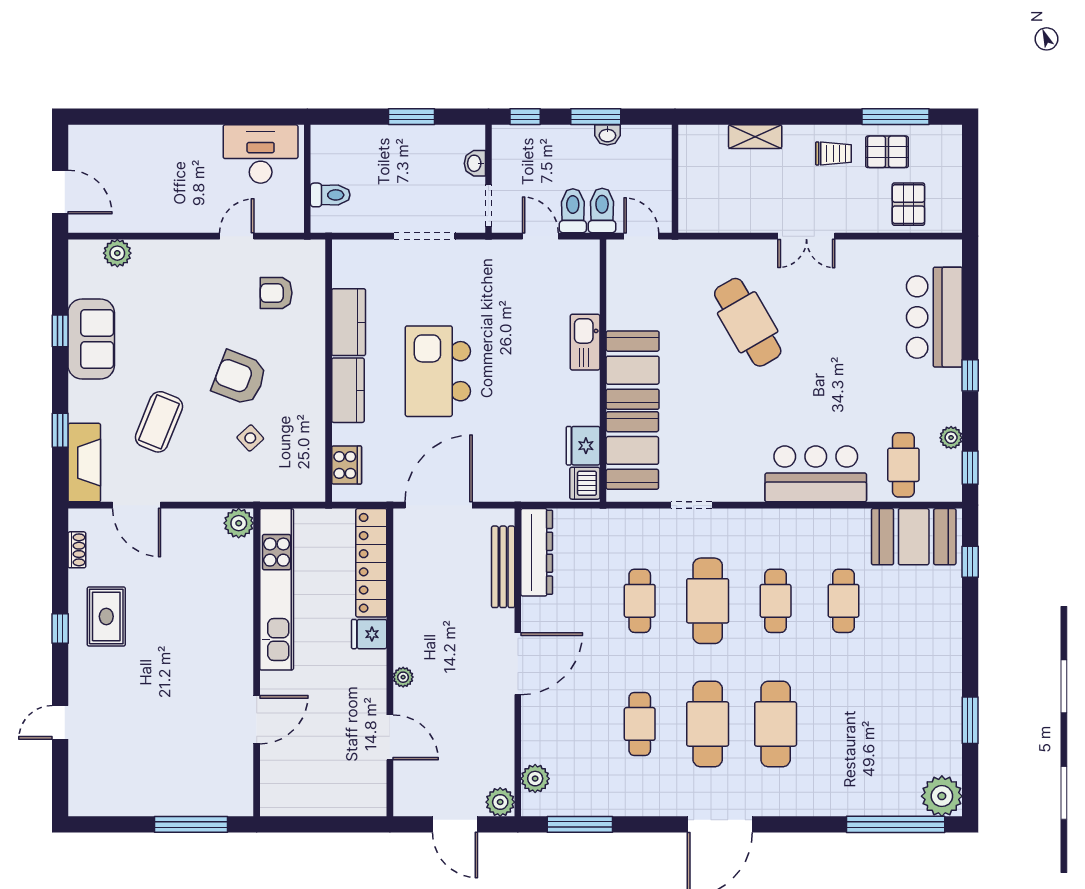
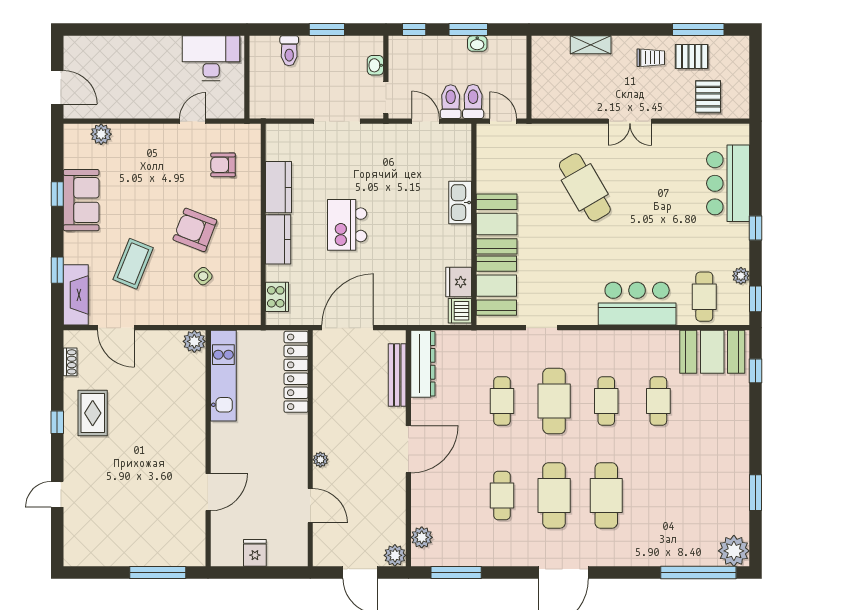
toilet: (330, 195) -> (289, 51), moved, turned 90
kitchen island: (438, 371) -> (347, 225), width x0.73, depth x0.78
kitchen unit: (277, 589) -> (223, 376), width x0.73
fridge: (369, 634) -> (255, 553), moved, turned 90

